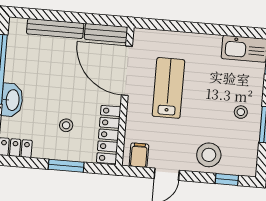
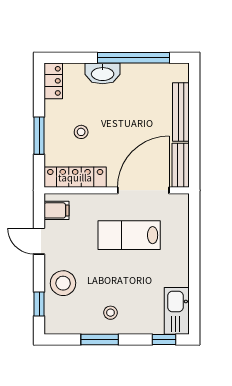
lab bench: (168, 88) -> (129, 235), turned 180

